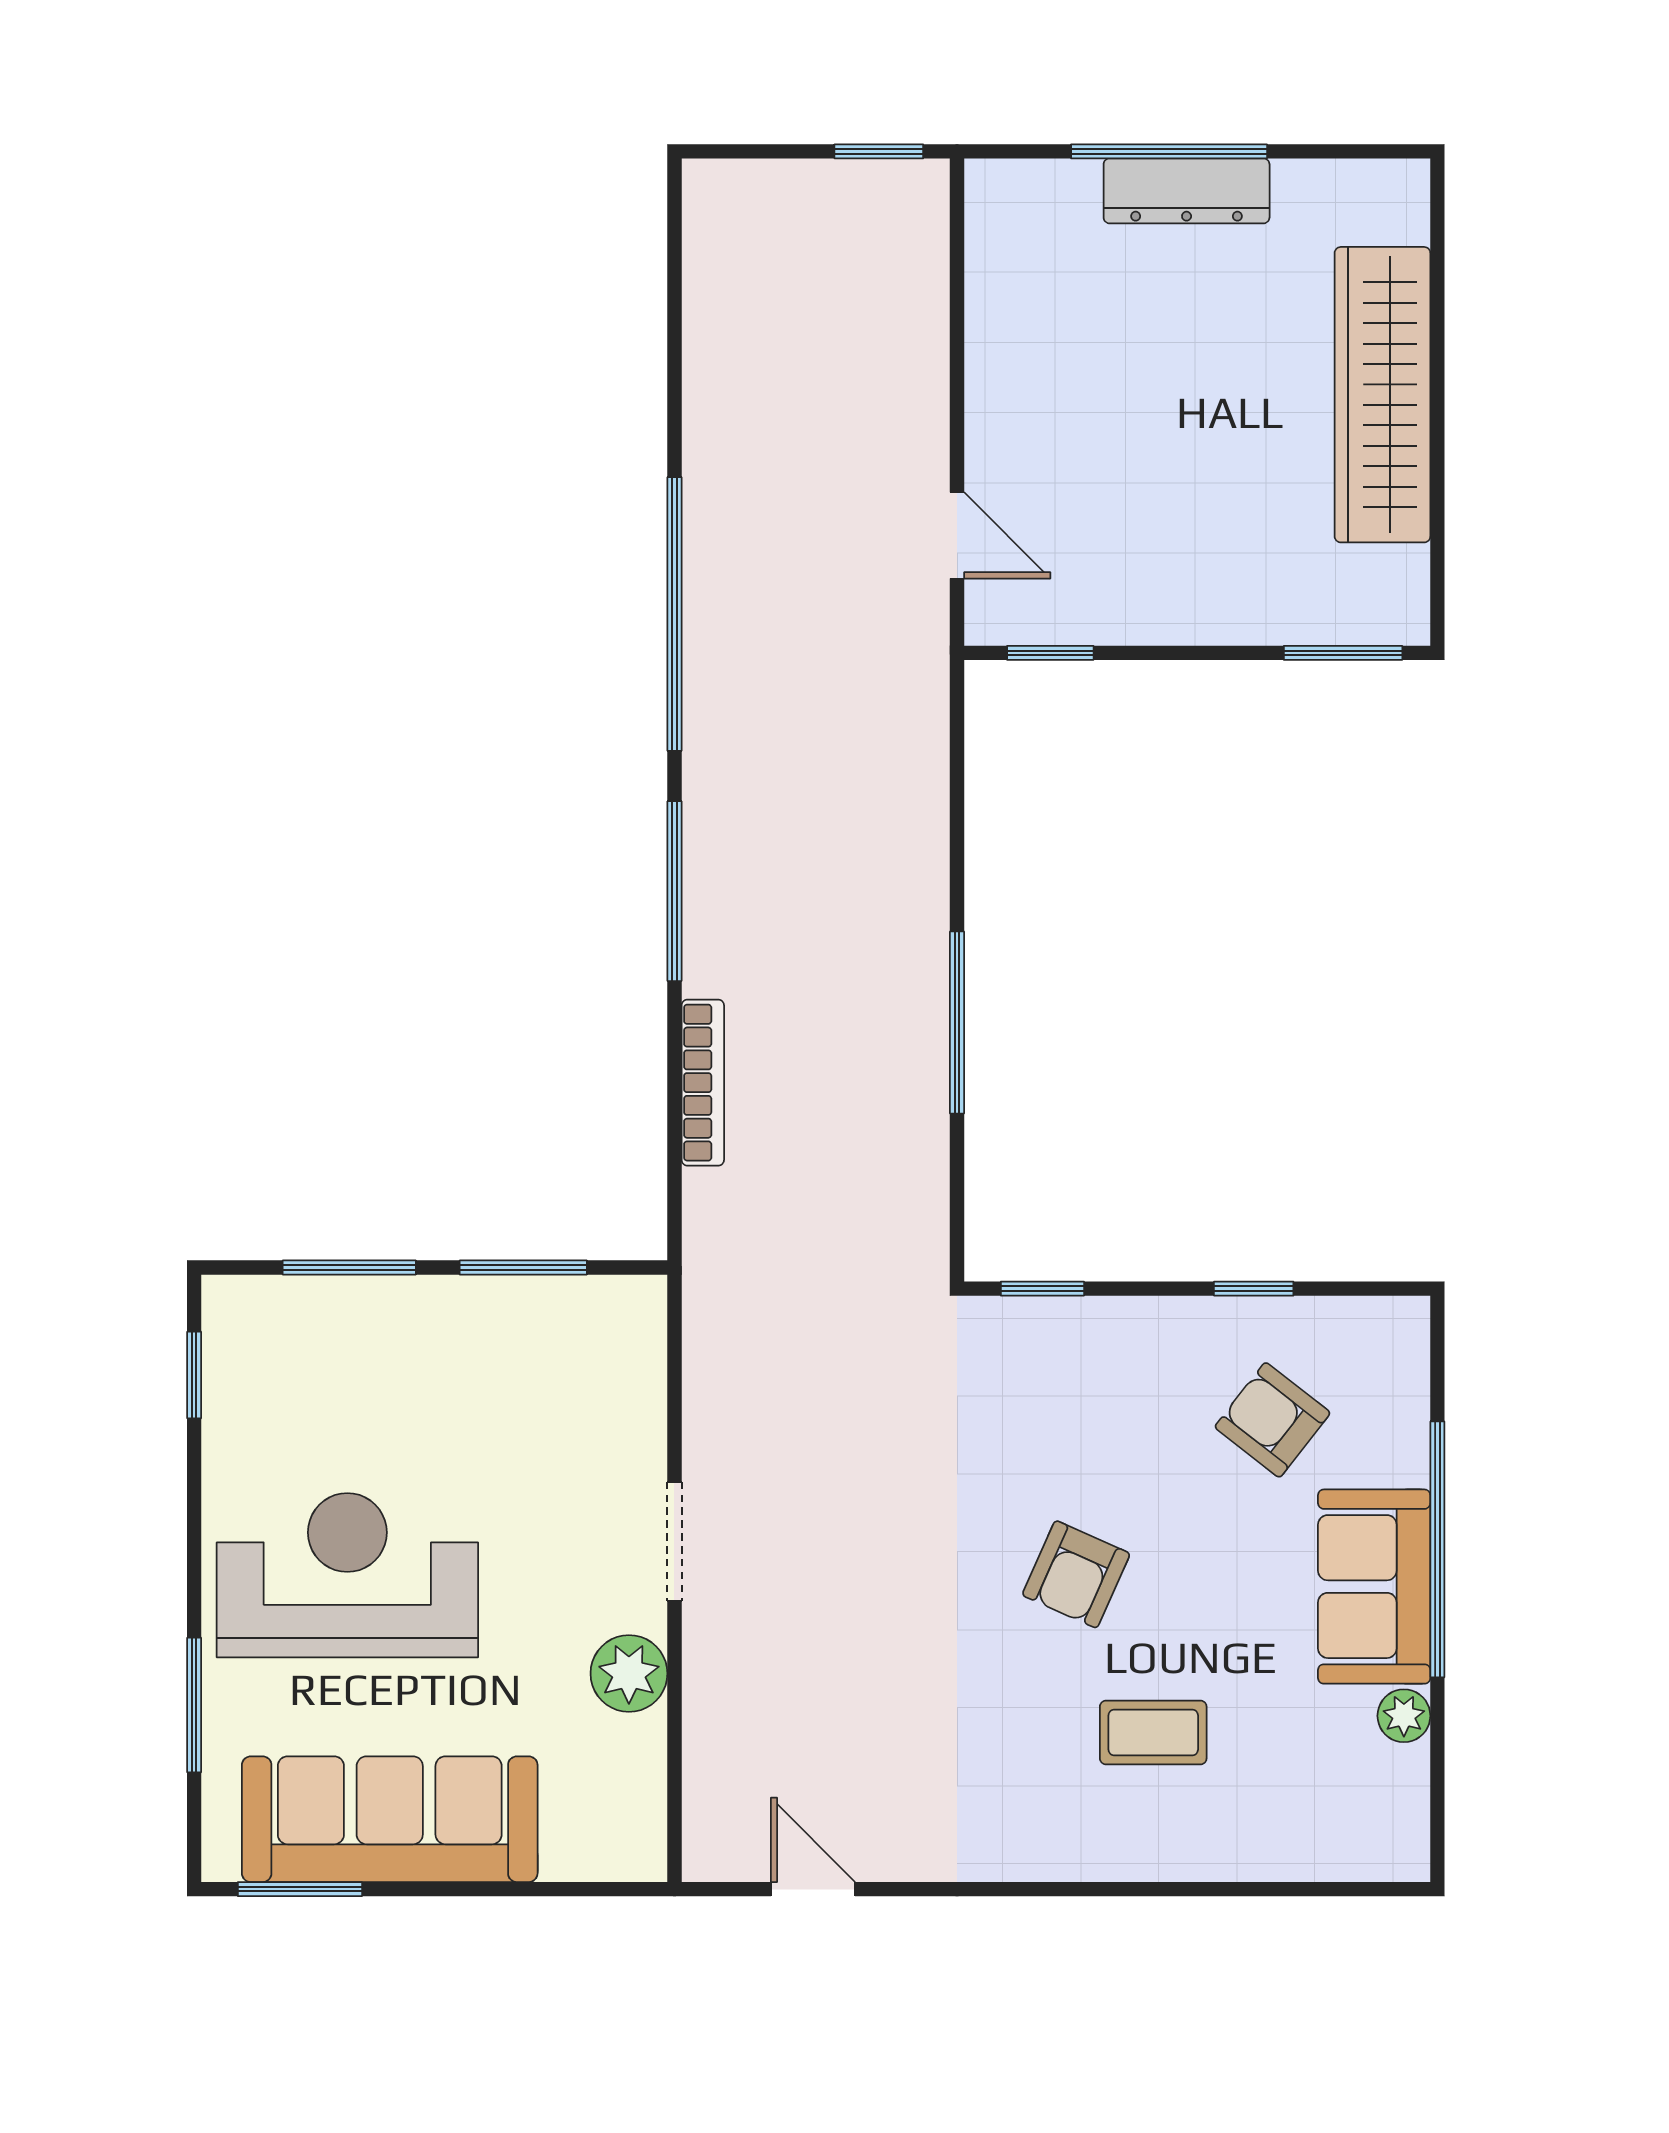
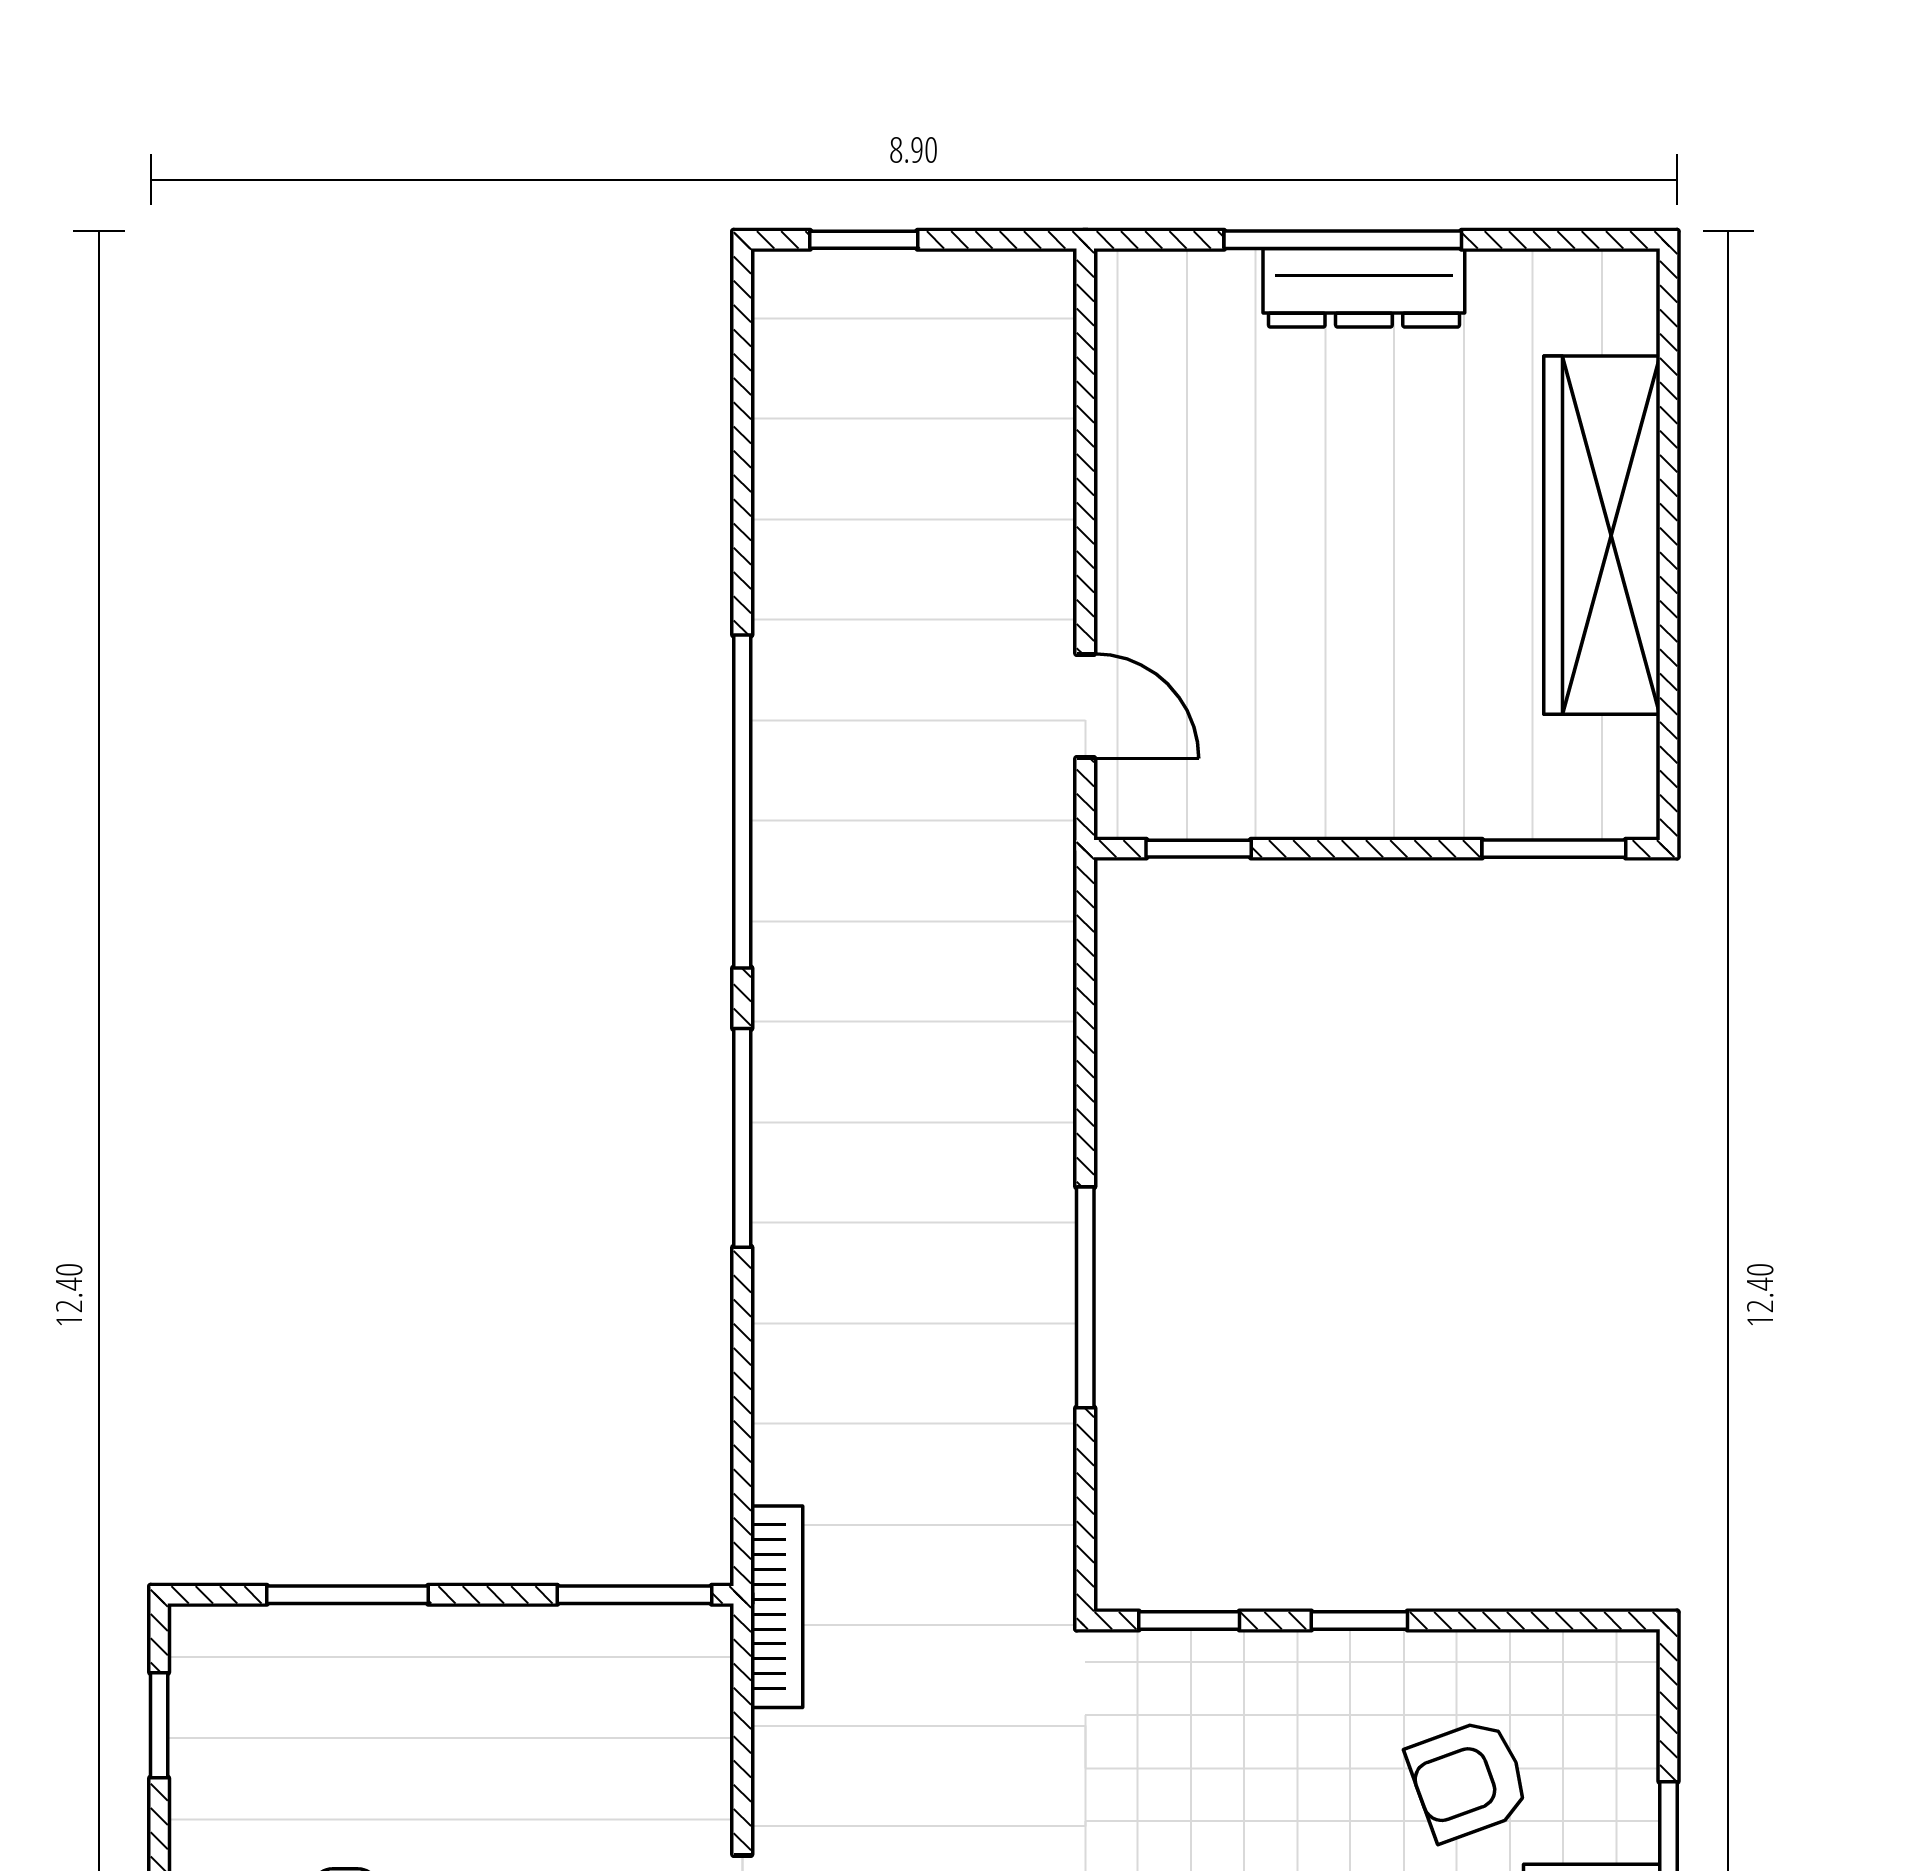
window: (879, 151) -> (864, 240), moved
bookcase: (703, 1083) -> (777, 1607), moved
window: (523, 1267) -> (635, 1595), moved
window: (1254, 1289) -> (1359, 1620), moved
armchair: (1272, 1420) -> (1468, 1780), turned -58

